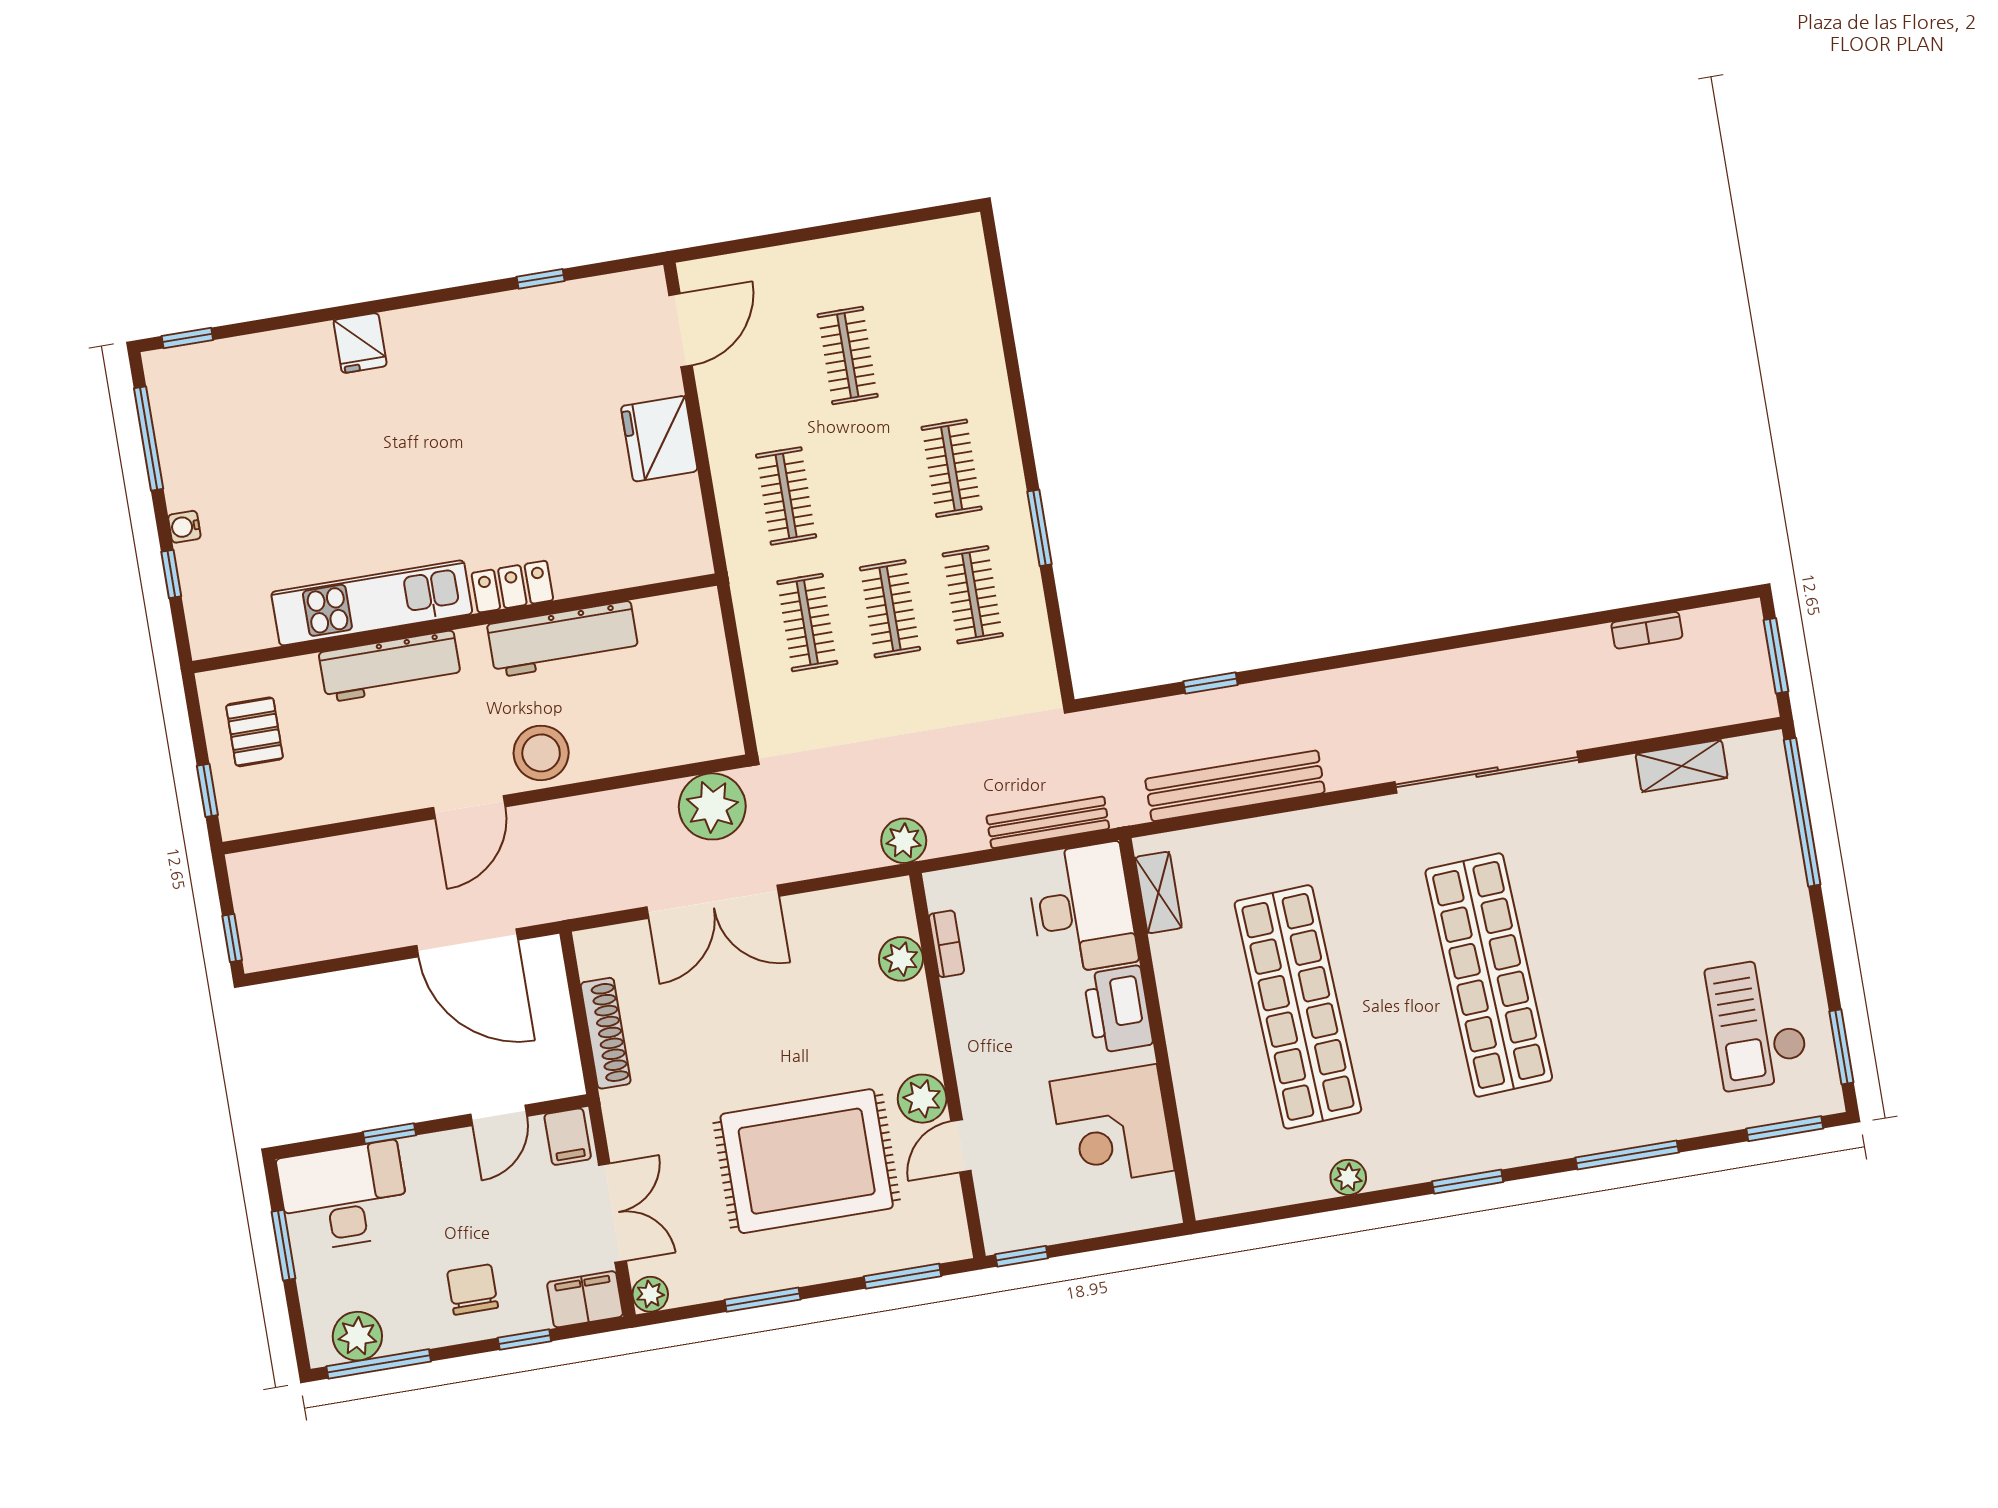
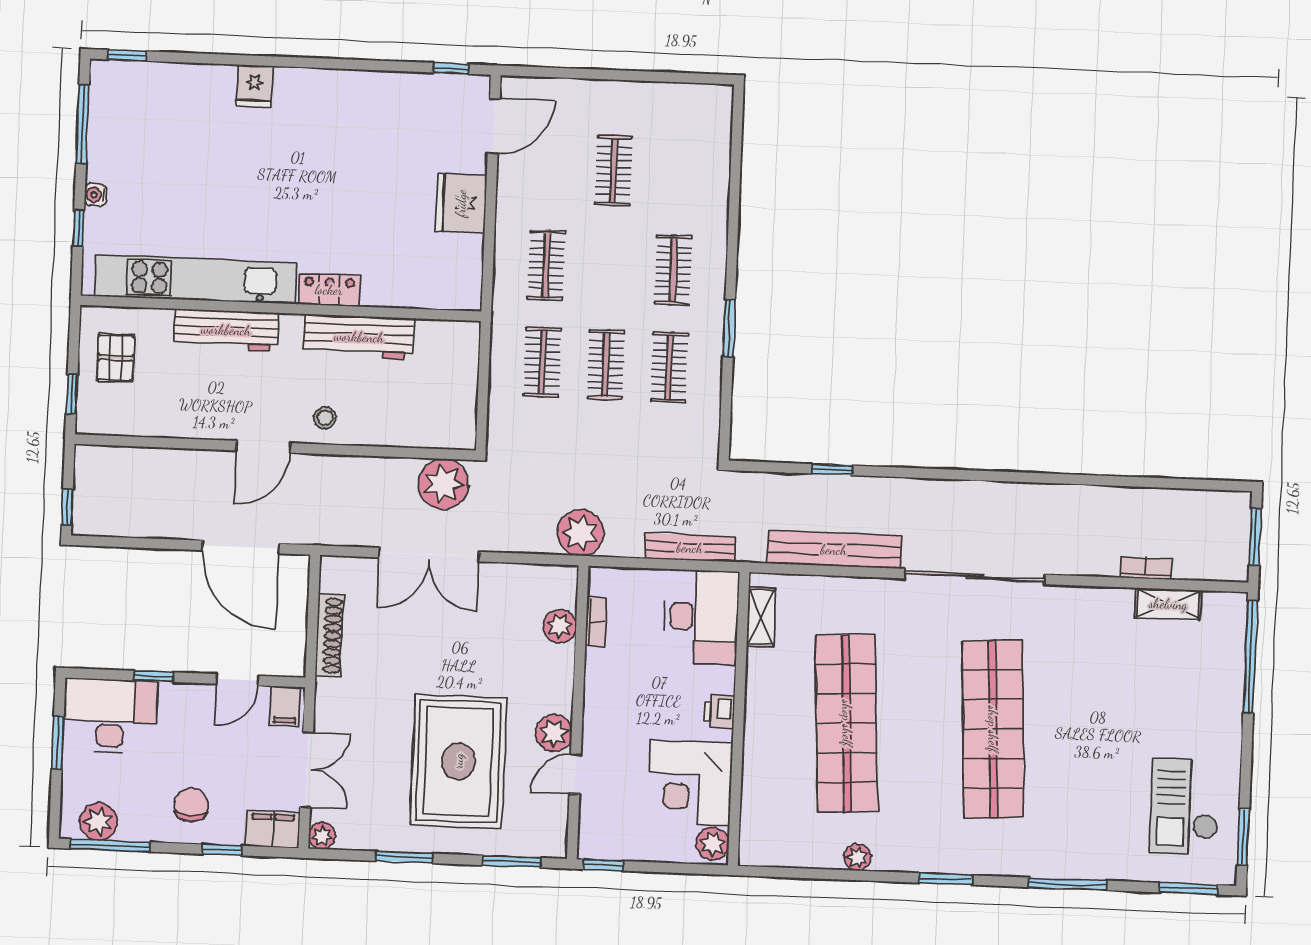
window: (541, 279) -> (451, 68), moved
kitchen unit: (372, 603) -> (196, 279), width x1.36
bookcase: (1647, 630) -> (1146, 568), moved, turned 180
stool: (541, 753) -> (325, 418), width x0.53, depth x0.53
sliding door: (1487, 772) -> (975, 577), moved
plant: (904, 841) -> (580, 533), width x1.36, depth x1.36
printer: (1118, 1009) -> (719, 712), width x0.53, depth x0.68
rug: (807, 1161) -> (458, 761), turned 90
plant: (1157, 1199) -> (713, 844), added

